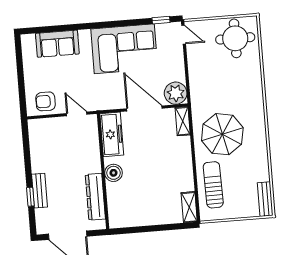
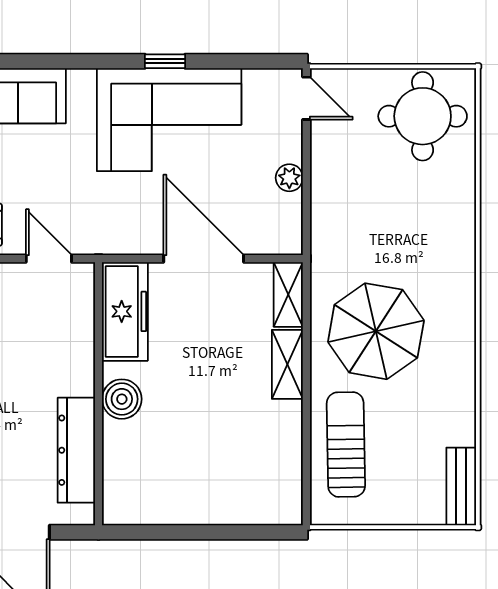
window: (161, 20) -> (165, 61), moved
plant: (176, 93) -> (289, 178), moved, width x0.53, depth x0.53
shelving: (189, 207) -> (287, 364), moved

